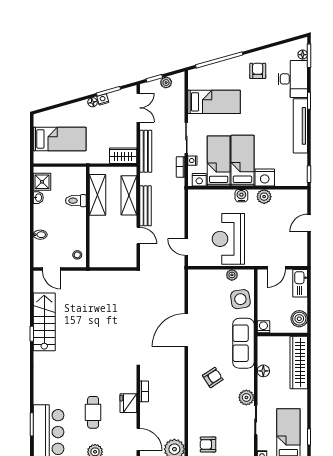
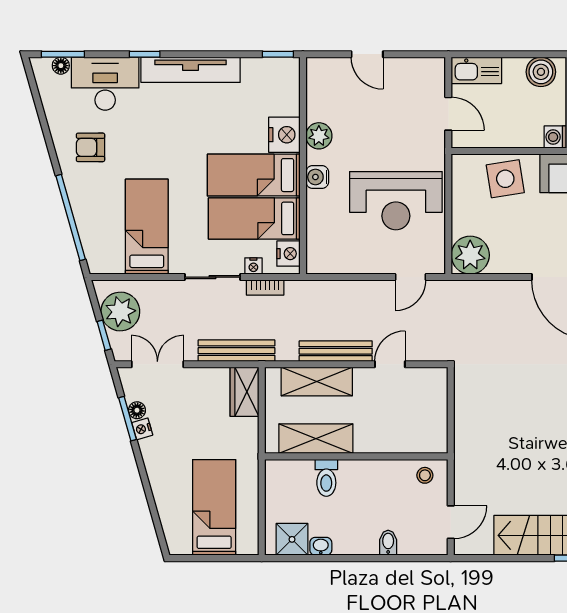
plant: (166, 83) -> (120, 312), width x1.88, depth x1.88
floor lamp: (93, 102) -> (137, 410), moved
plant: (232, 275) -> (470, 255), moved, width x1.88, depth x1.88

